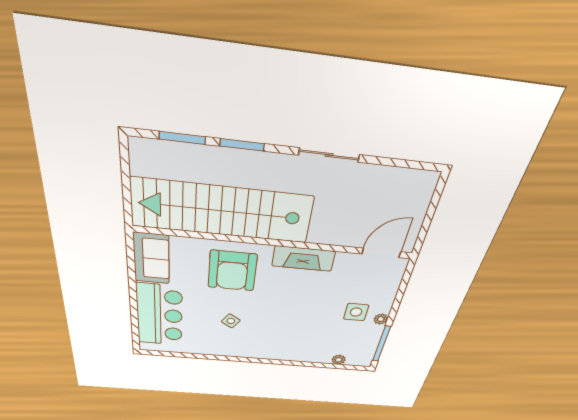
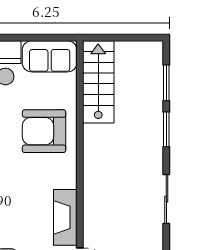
stairs: (222, 211) -> (98, 82), width x0.54, depth x0.66
fireplace: (303, 259) -> (65, 217), moved

